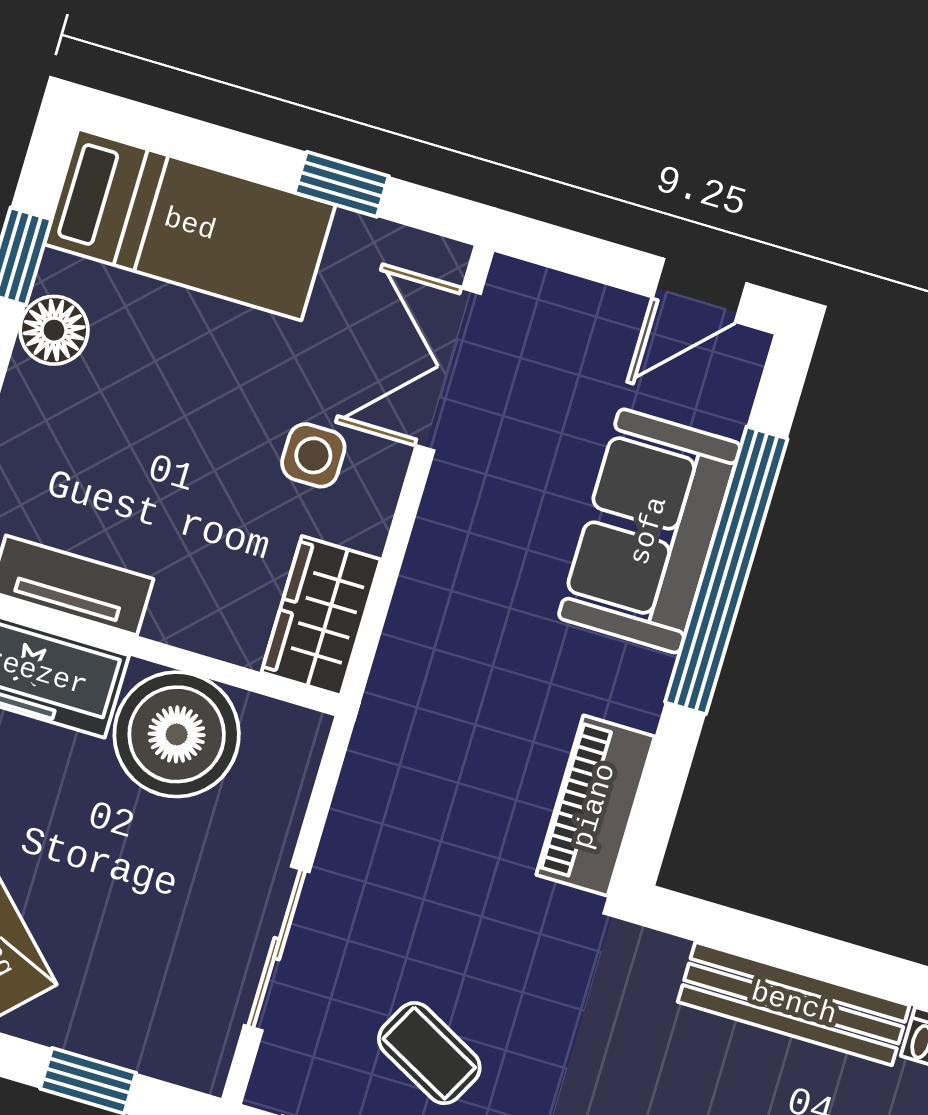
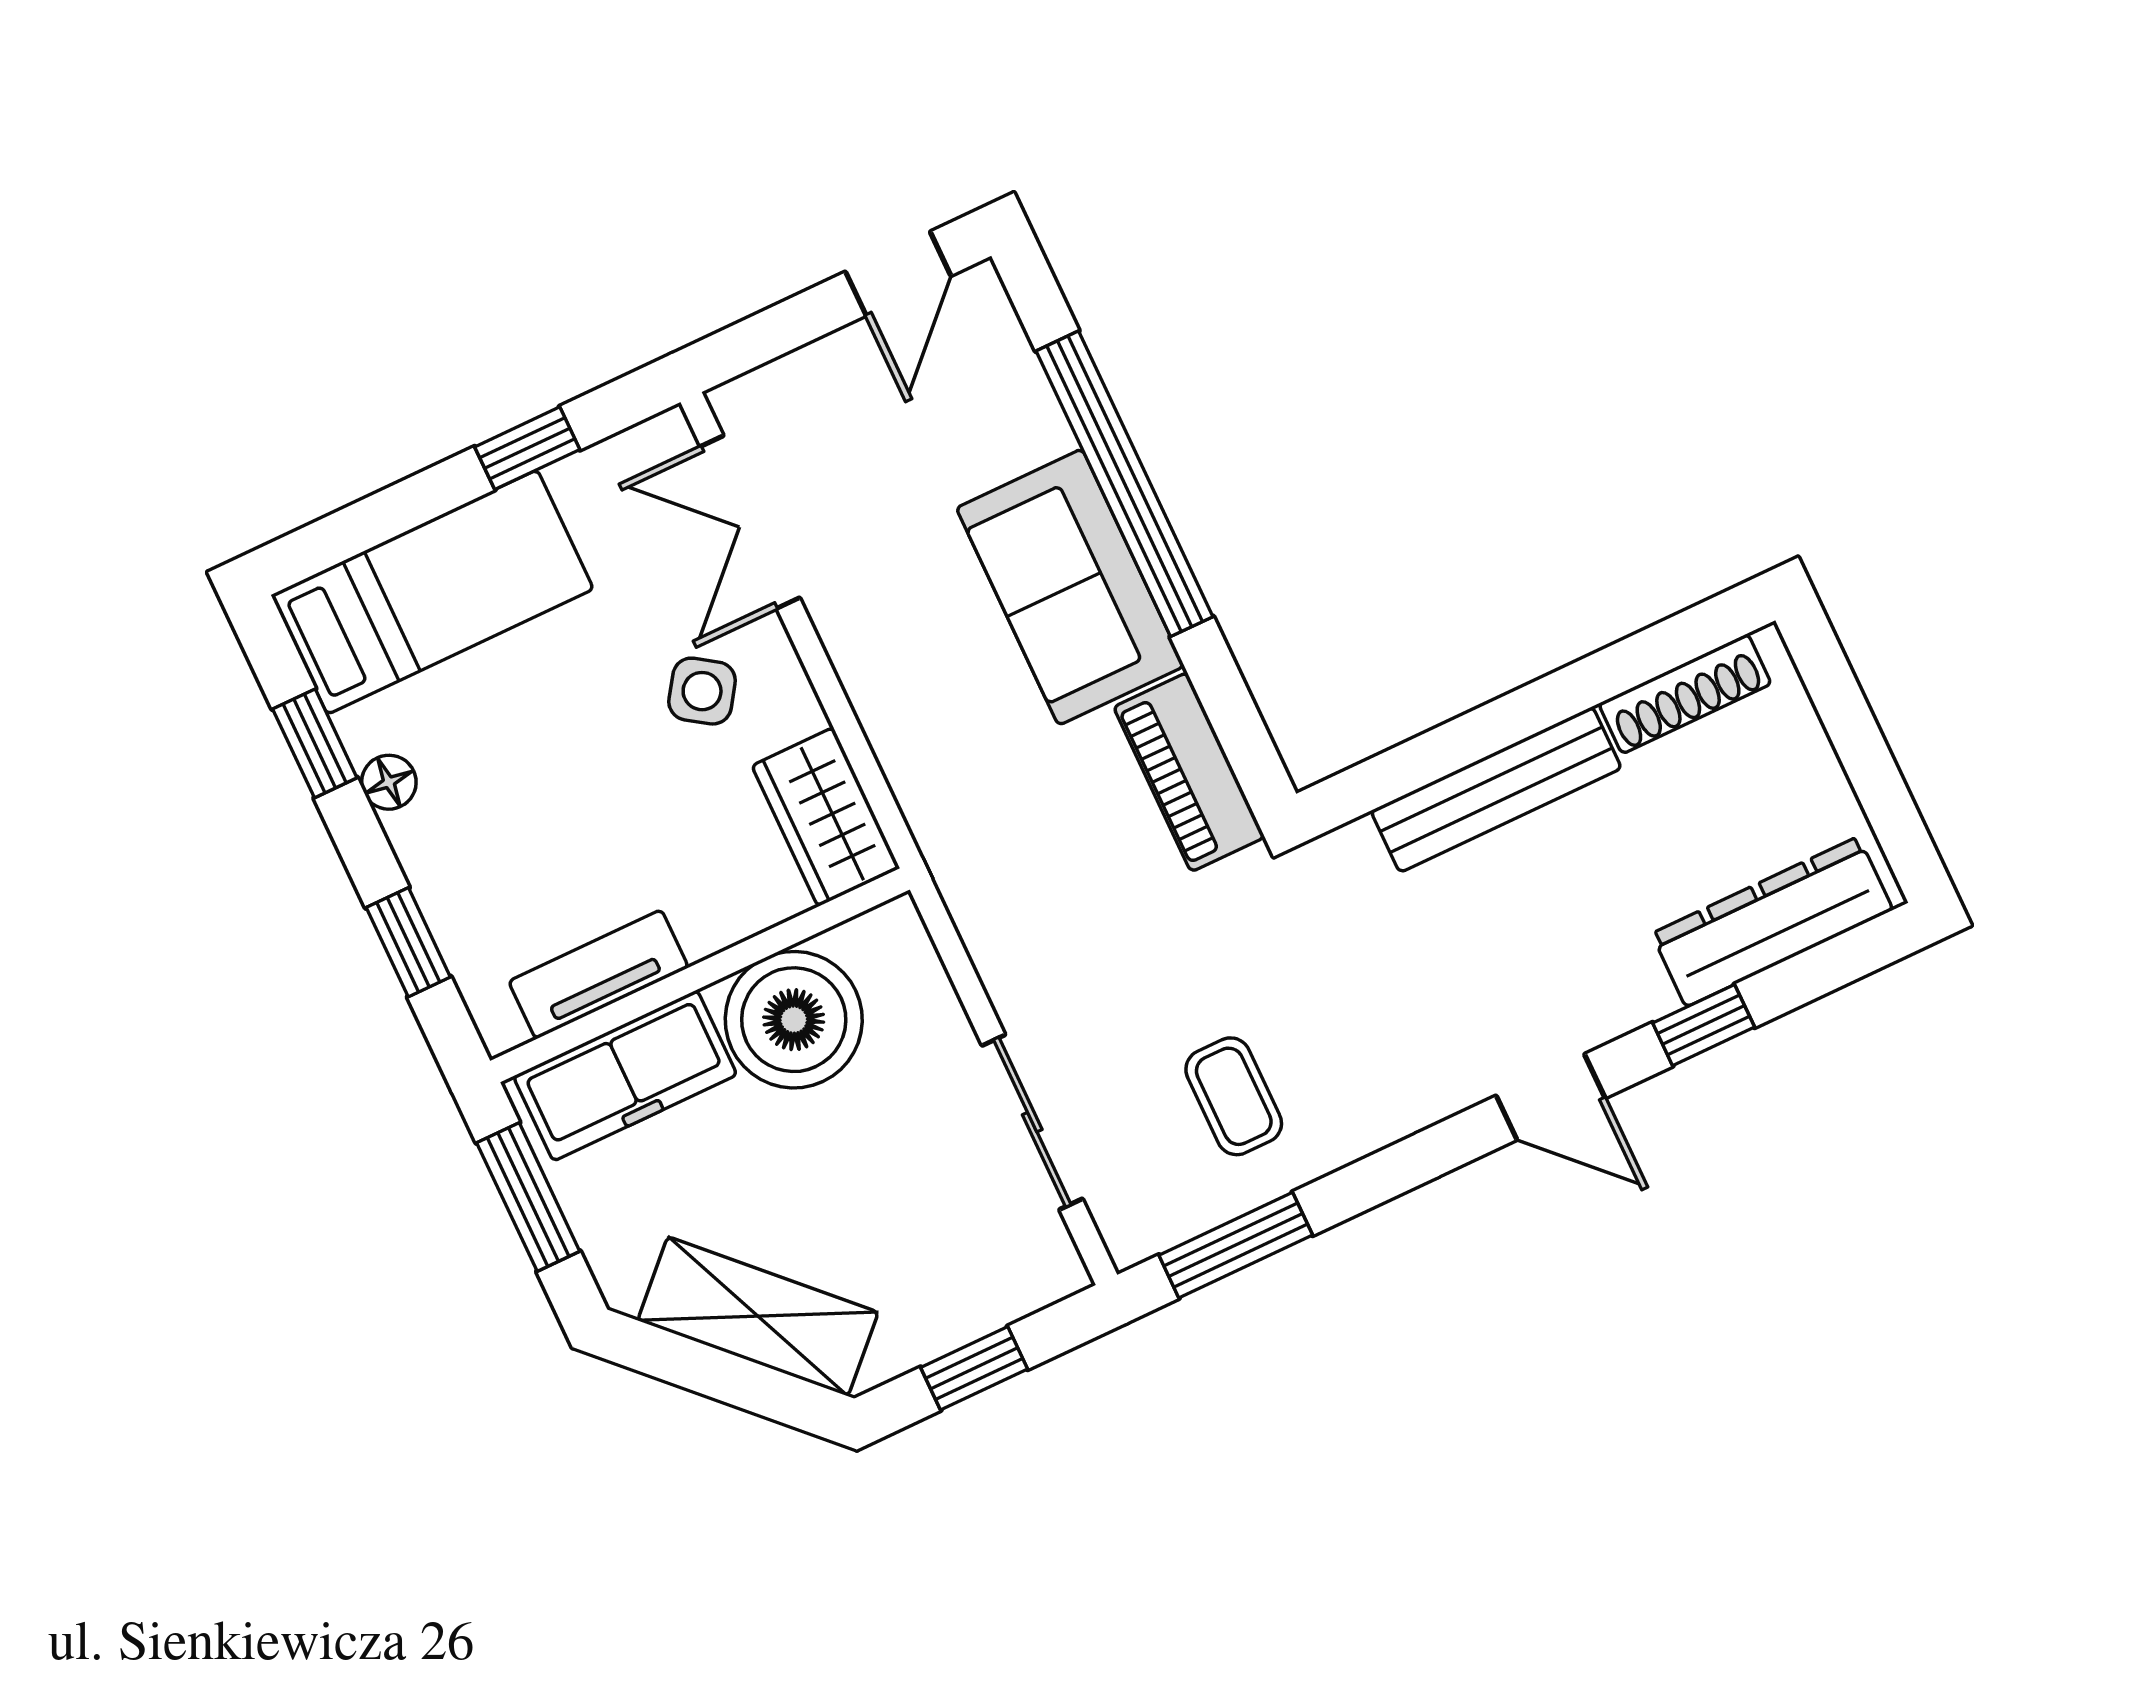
floor lamp: (54, 330) -> (389, 782), width x0.73, depth x0.73
side table: (313, 455) -> (702, 691), turned 34
sofa: (649, 531) -> (1070, 587), moved
coffee table: (429, 1053) -> (1234, 1096), turned 62

